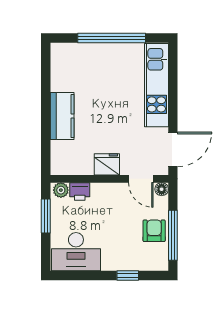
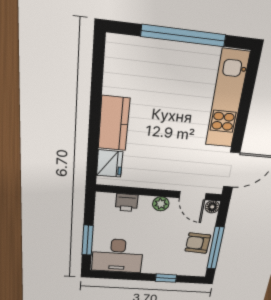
fridge: (107, 164) -> (110, 164), moved, turned 90
plant: (61, 190) -> (161, 204), moved
window: (46, 216) -> (88, 240), moved
armchair: (154, 231) -> (198, 243), turned -87

